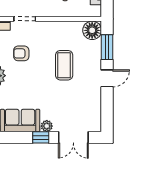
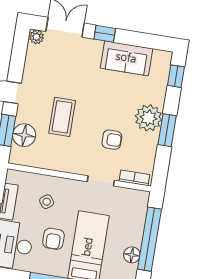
floor lamp: (92, 30) -> (24, 135), moved
plant: (47, 126) -> (37, 37), moved

